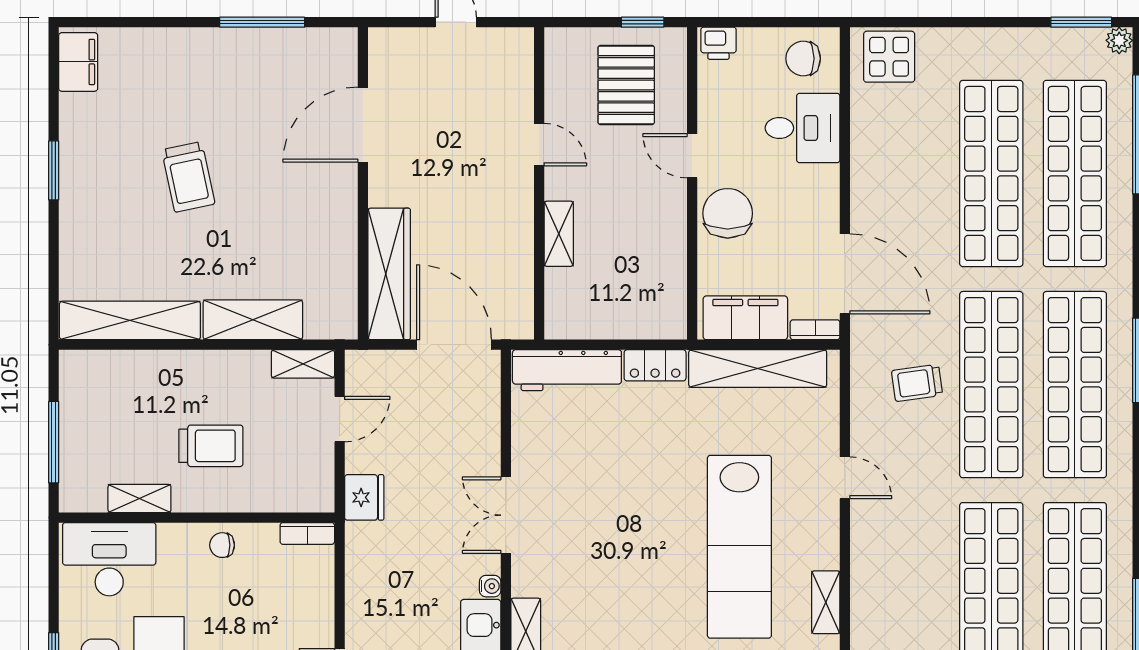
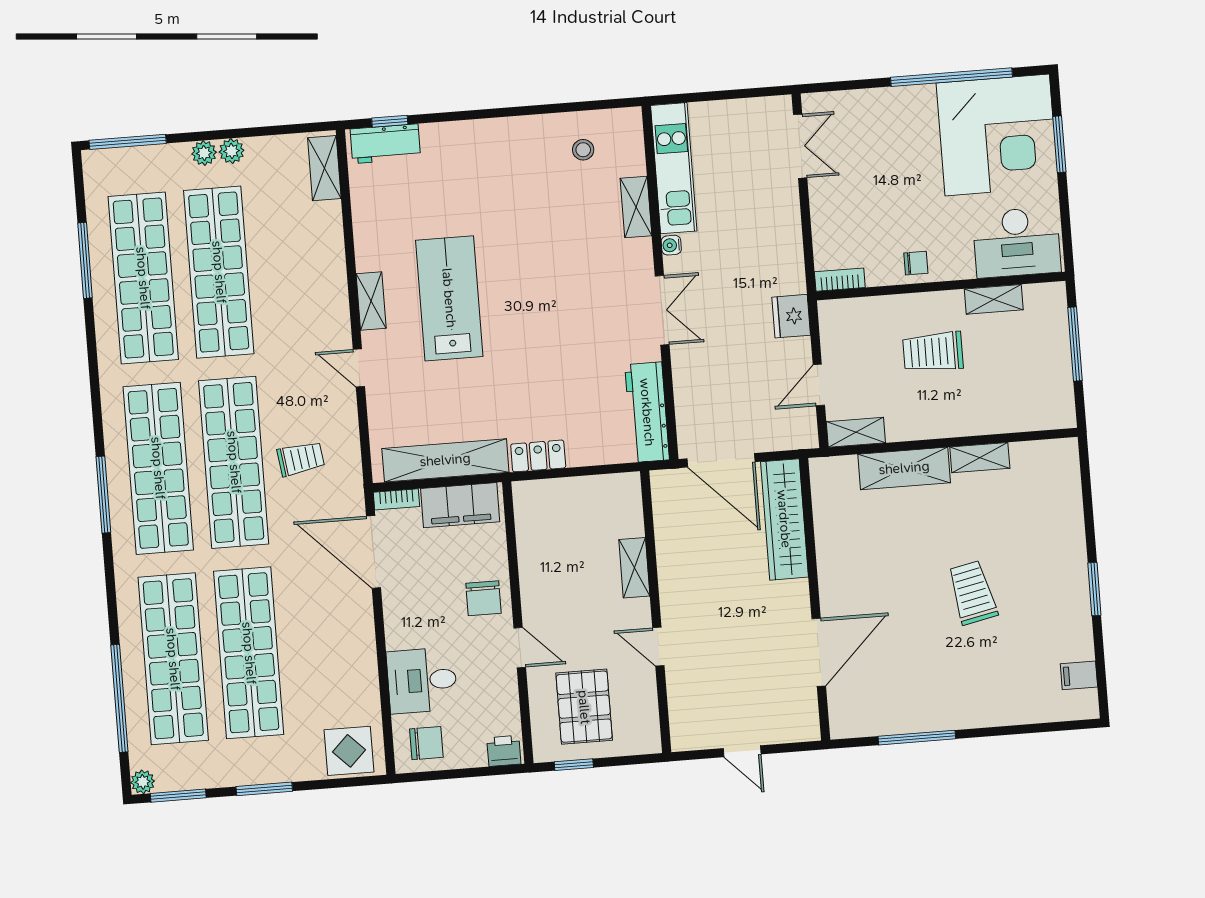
window: (986, 22) -> (264, 789), added
filing cabinet: (78, 62) -> (1079, 675), width x0.50
chair: (728, 213) -> (483, 598), width x0.73, depth x0.73
shelving: (130, 320) -> (980, 458), width x0.45, depth x0.75
workbench: (567, 370) -> (647, 412), moved, turned -90
lab bench: (739, 547) -> (449, 298), width x0.73
shelving: (826, 602) -> (371, 301), moved

